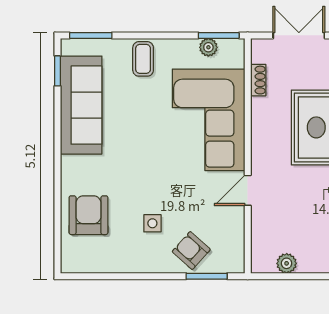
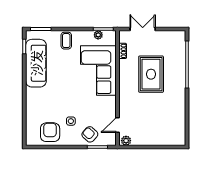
door: (248, 190) -> (117, 125), moved
armchair: (88, 215) -> (50, 132), moved
plant: (287, 263) -> (126, 141), moved

